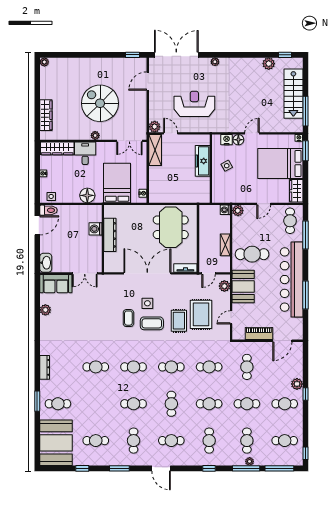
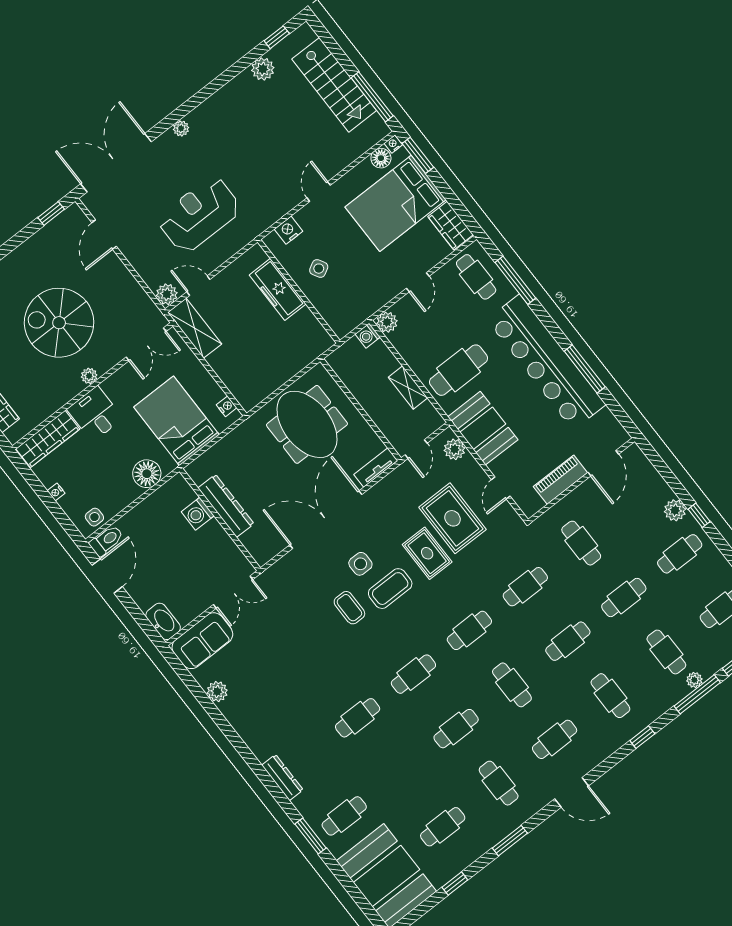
floor lamp: (238, 140) -> (381, 158), moved

